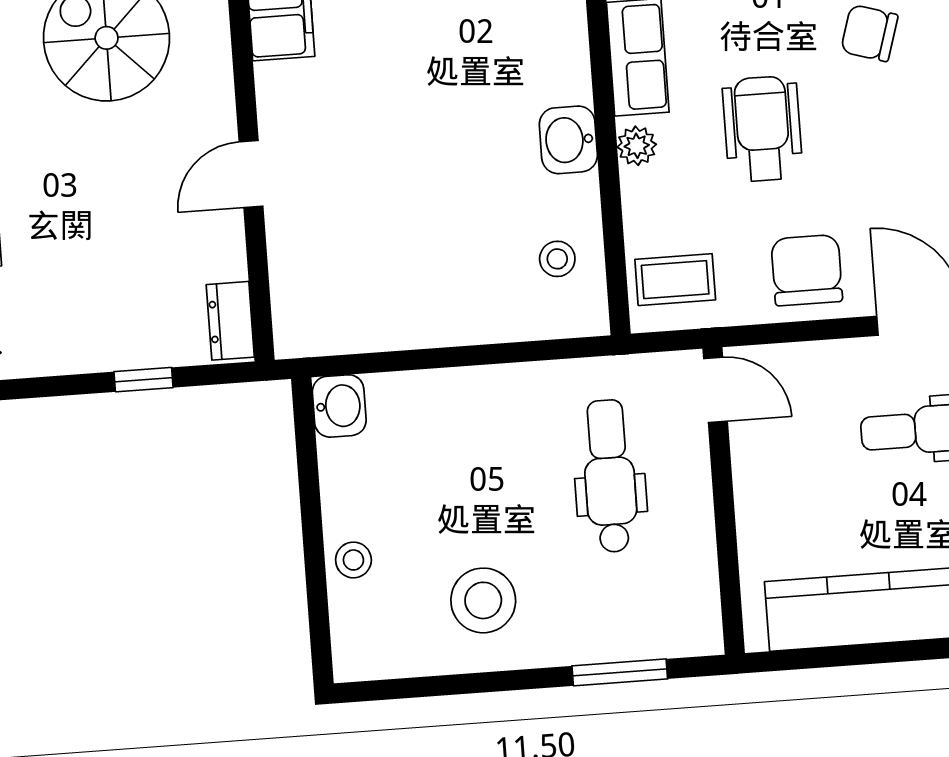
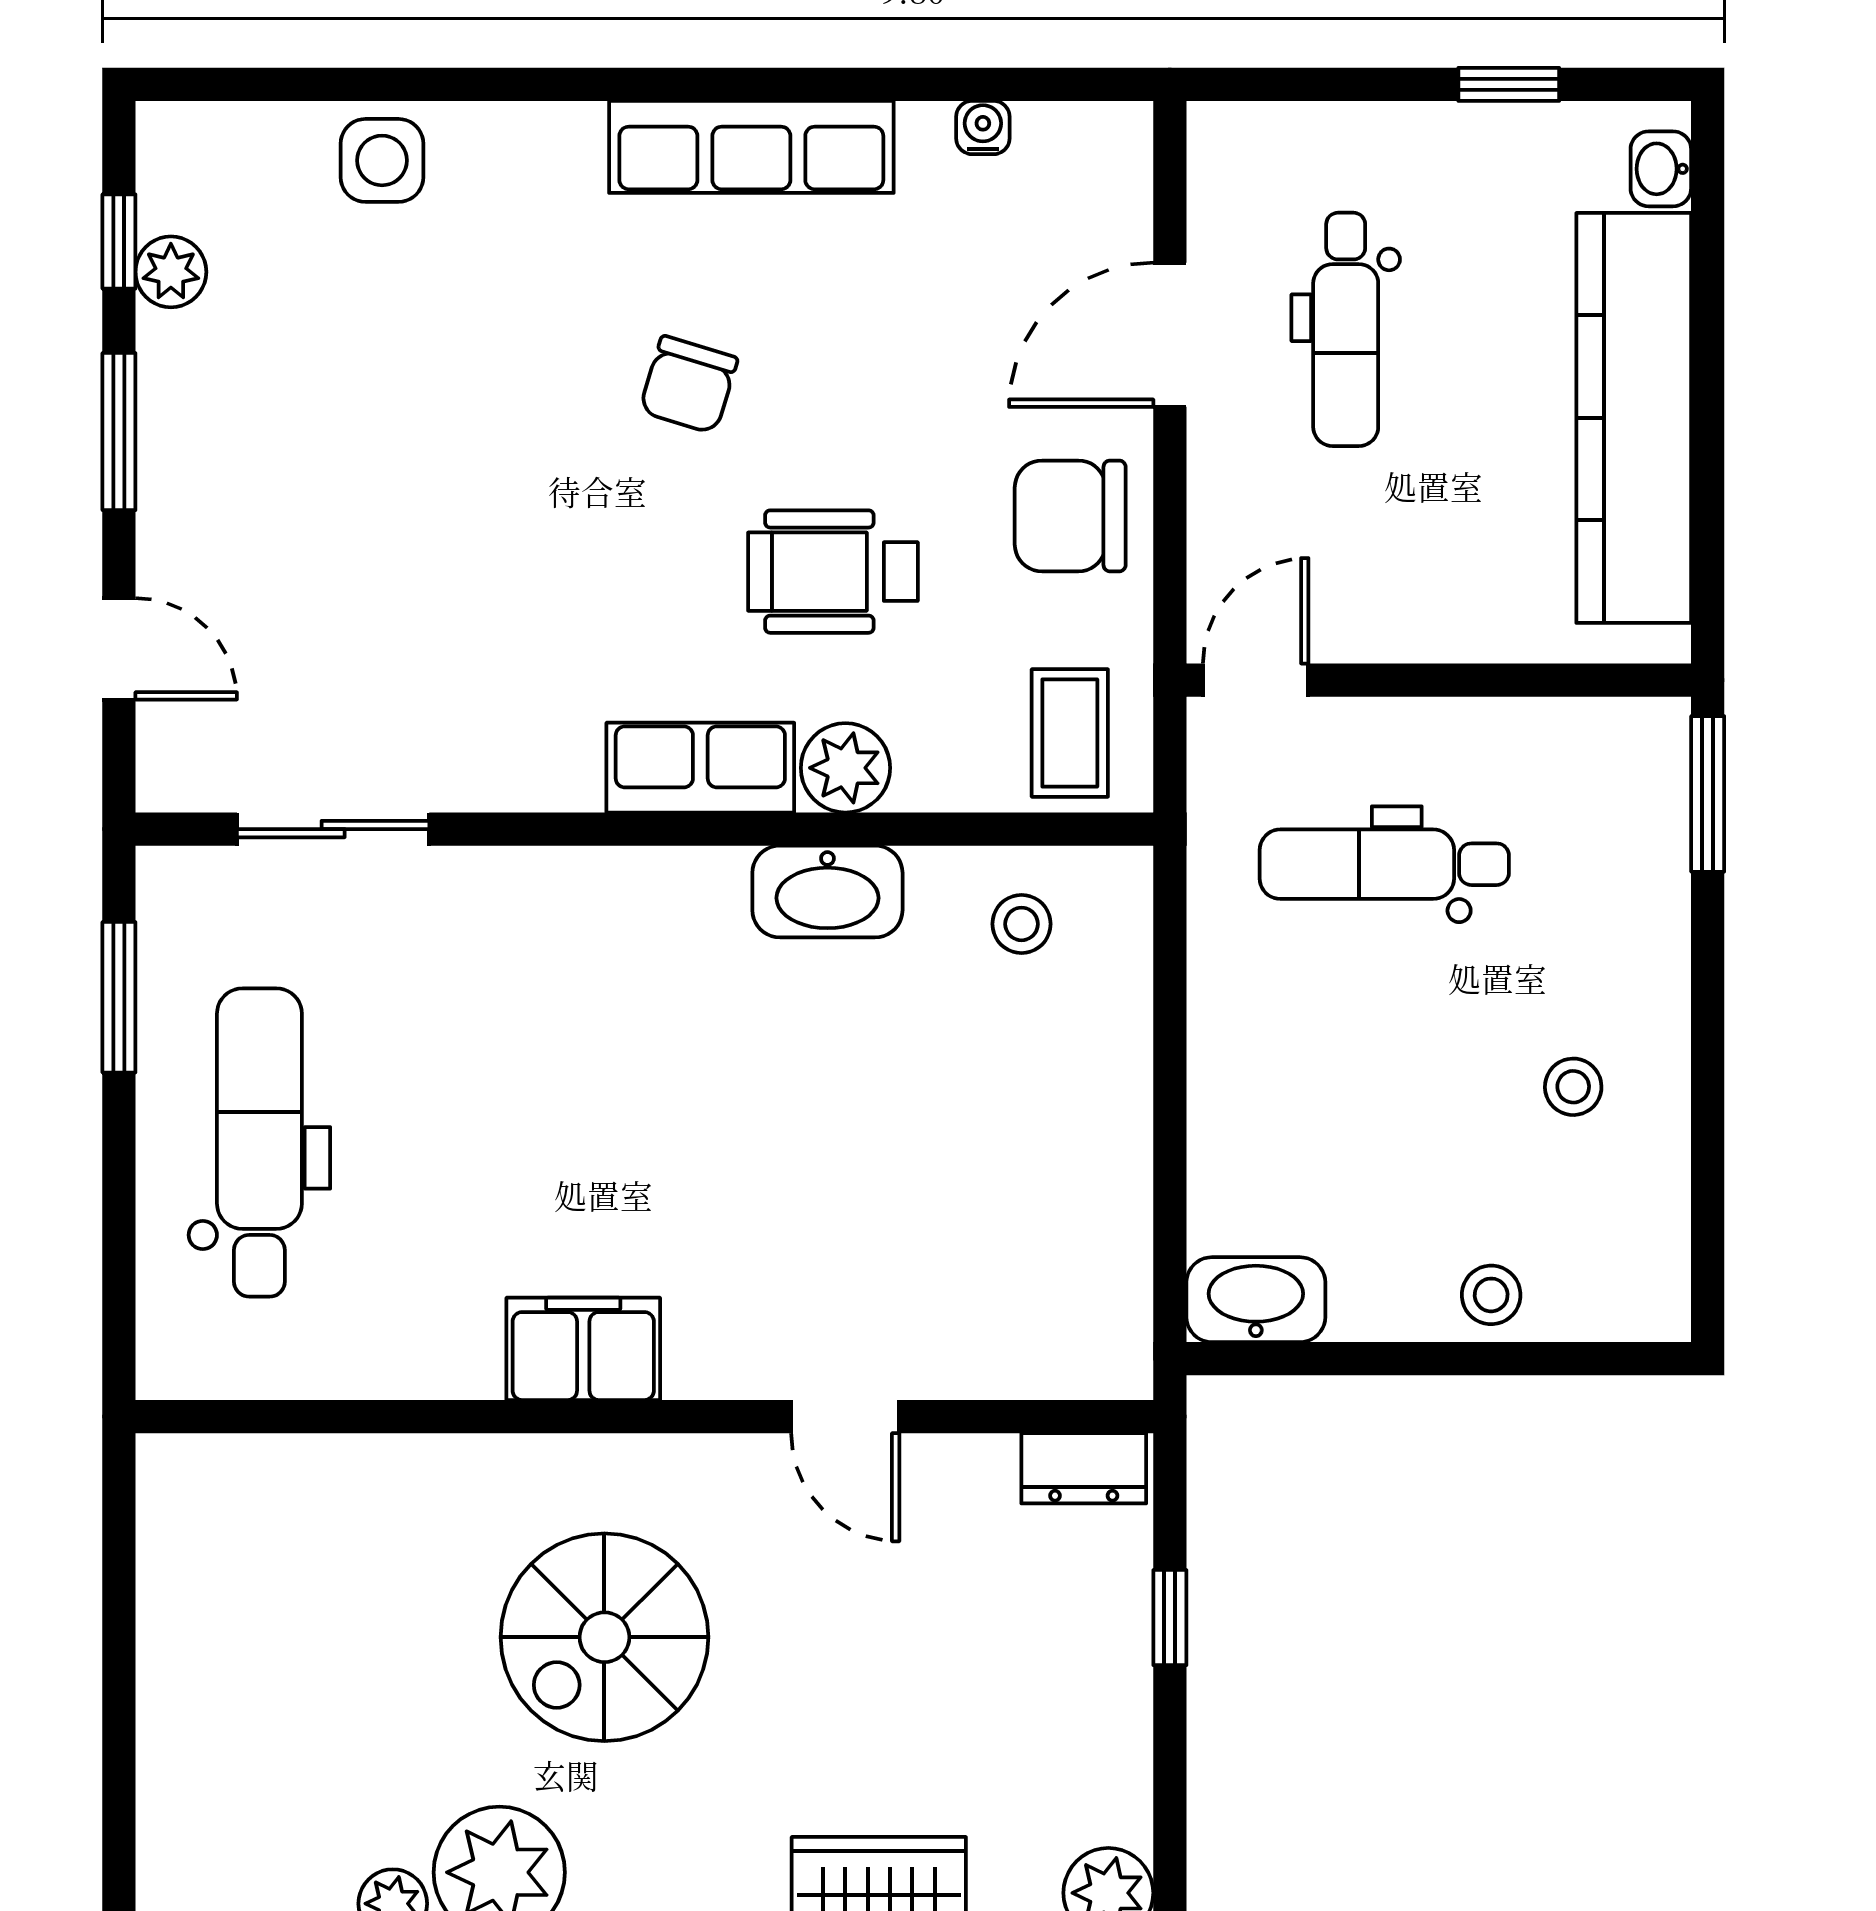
washbasin: (568, 140) -> (827, 892), width x1.38
plant: (637, 146) -> (845, 768), width x1.38, depth x1.38
washbasin: (339, 406) -> (1256, 1300), width x1.38
stool: (483, 600) -> (1573, 1087), width x0.53, depth x0.53
window: (620, 672) -> (1708, 794), moved

